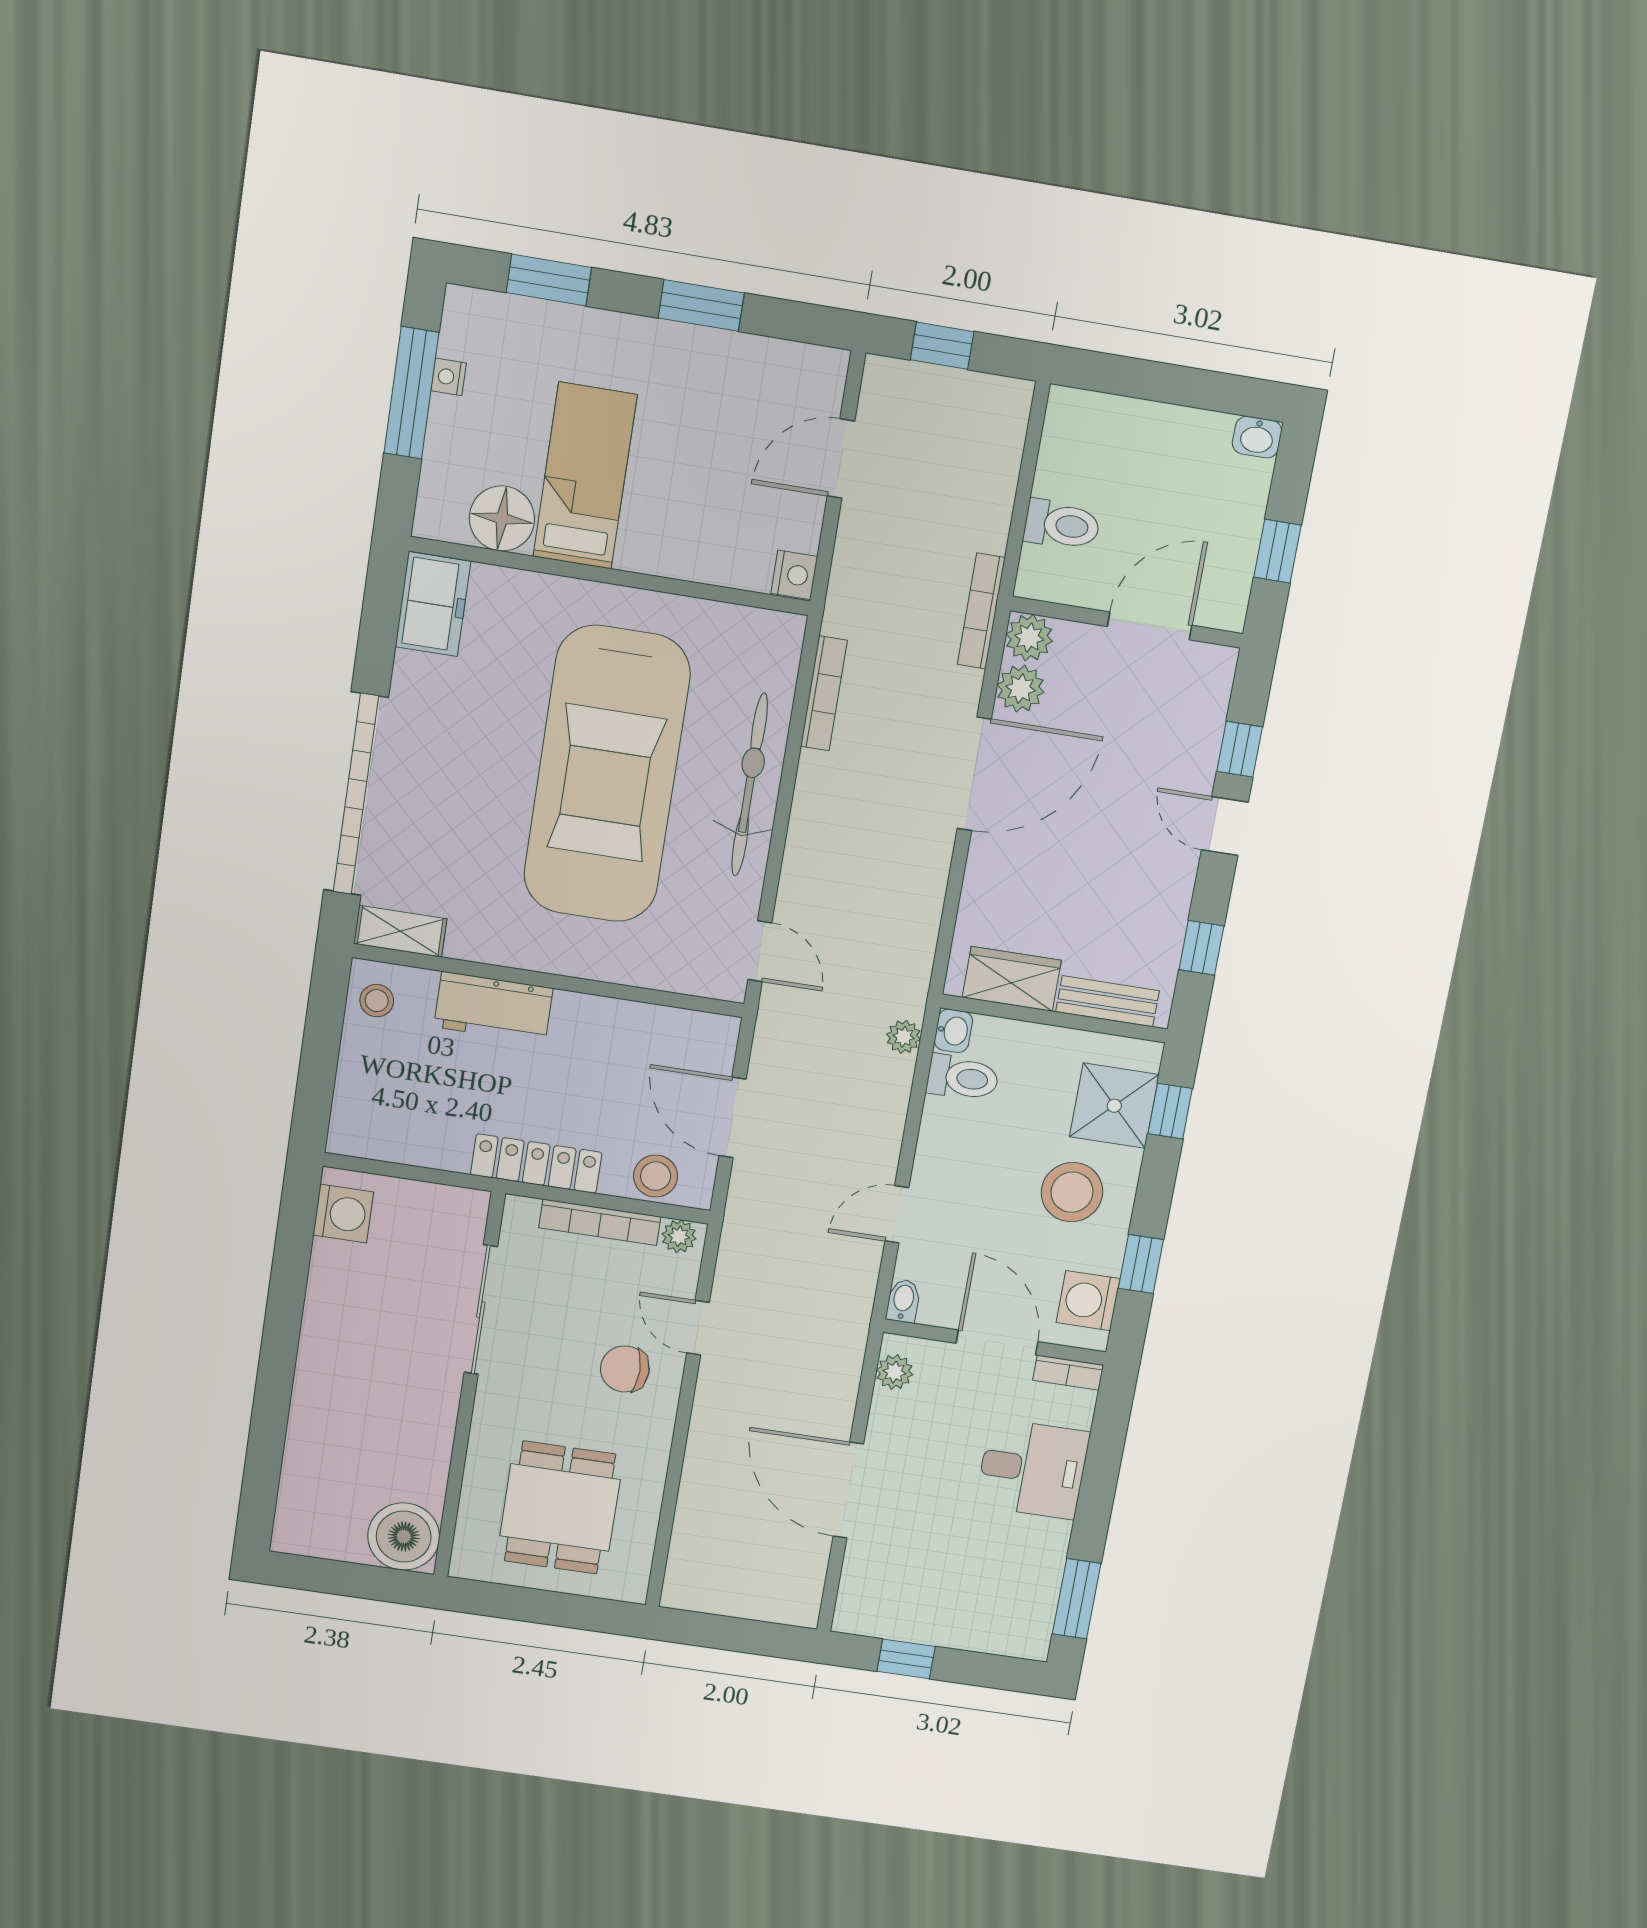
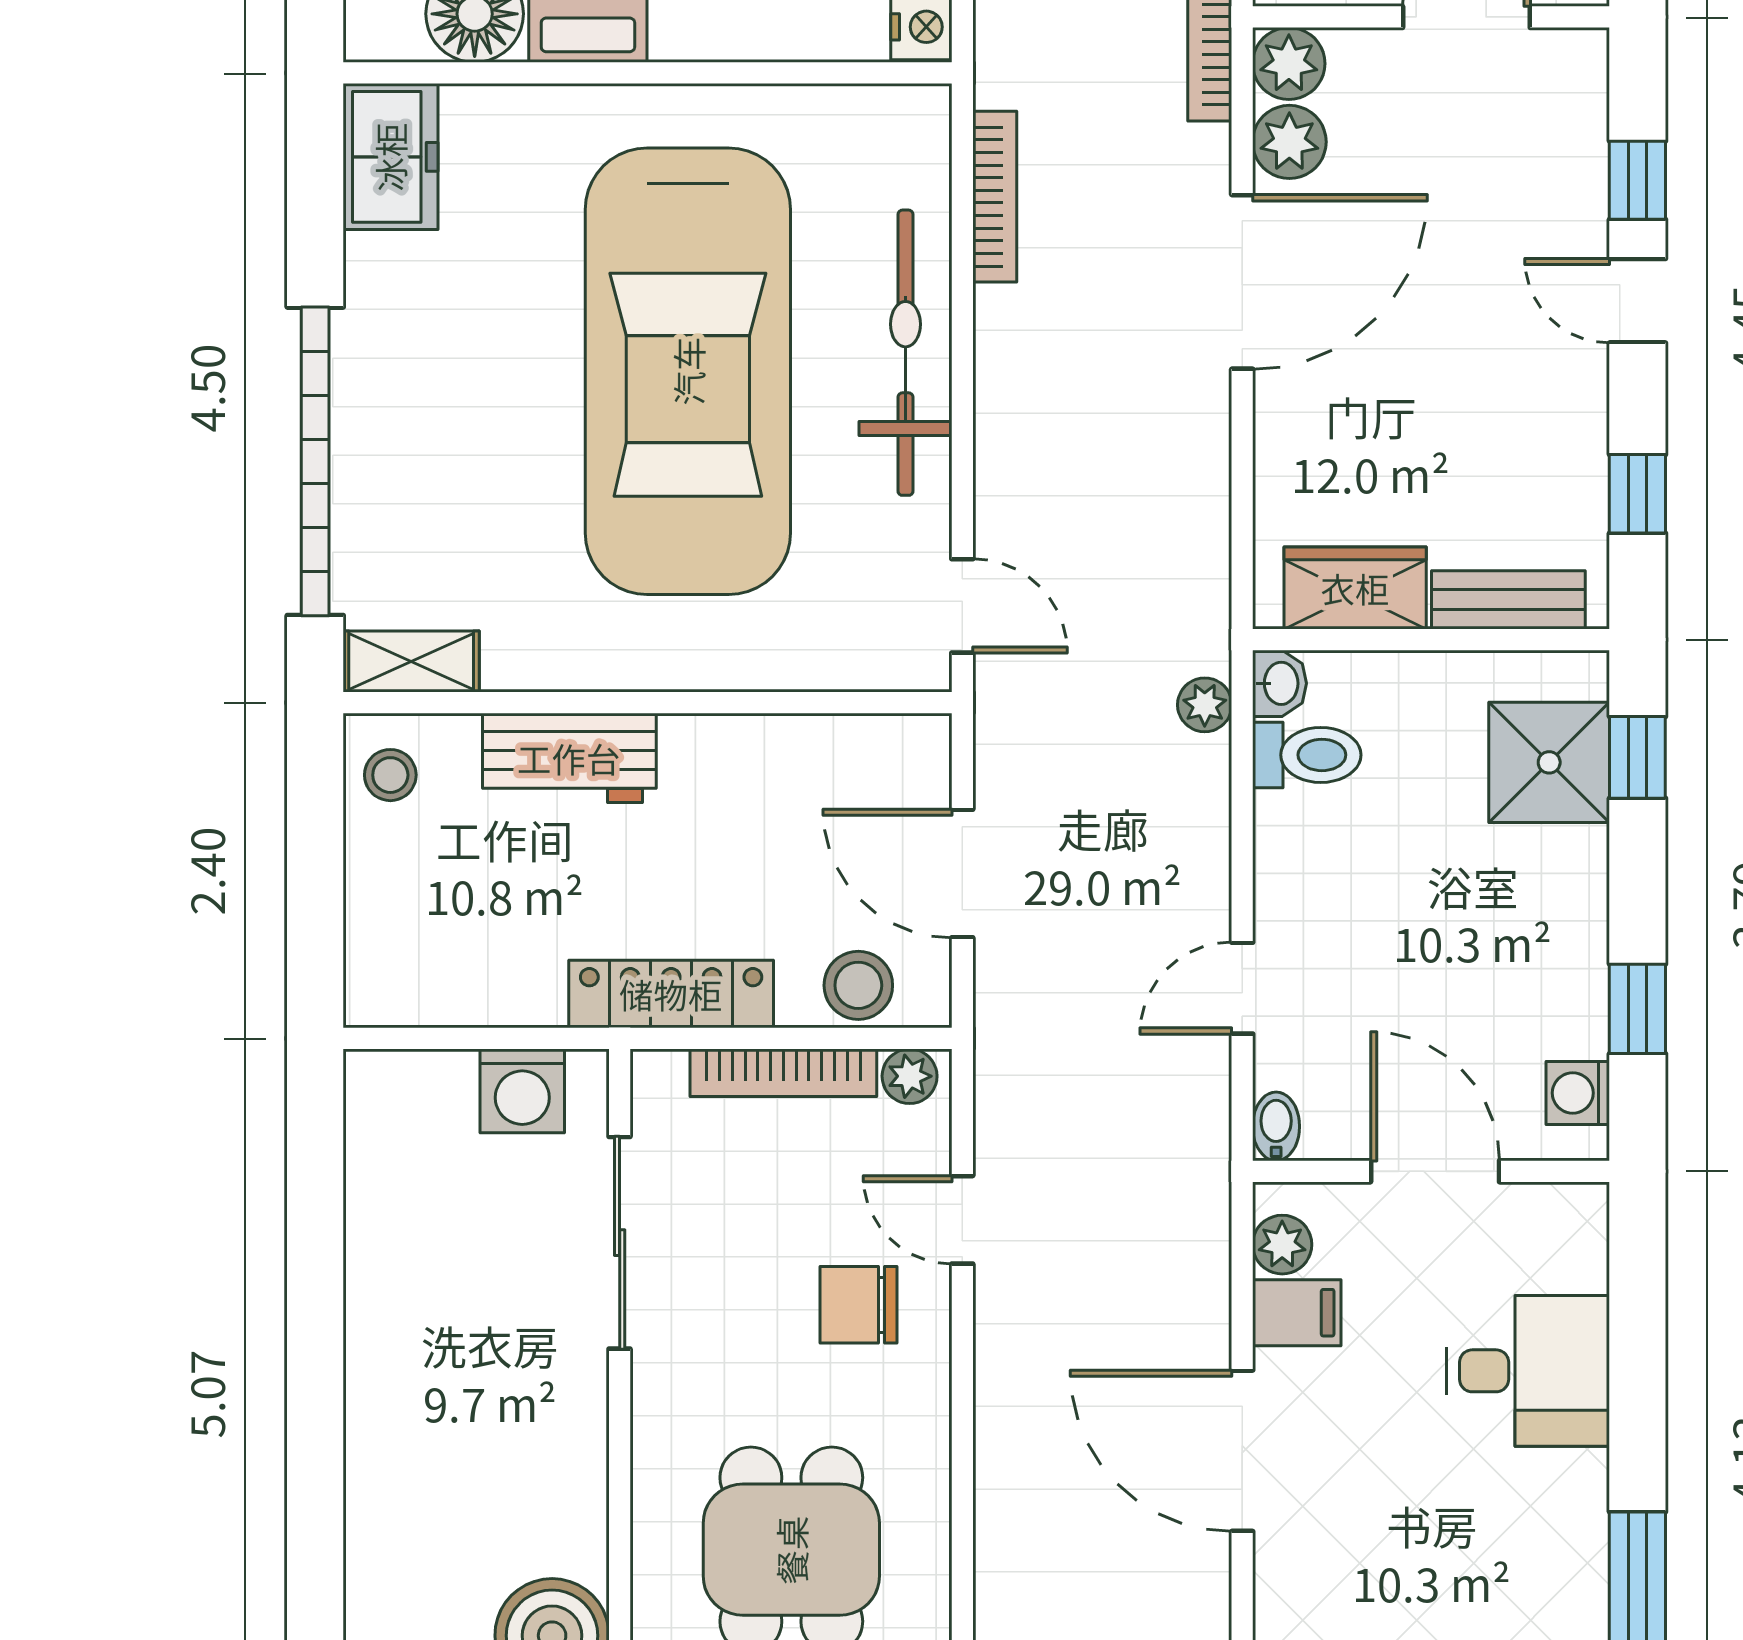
stool: (1072, 1192) -> (1509, 910), removed
washing machine: (343, 1214) -> (522, 1091), moved, turned 90
washing machine: (1088, 1301) -> (1578, 1093), width x0.73, depth x0.73
bookcase: (1068, 1373) -> (1556, 1203), removed
filing cabinet: (896, 1414) -> (1297, 1313), added

